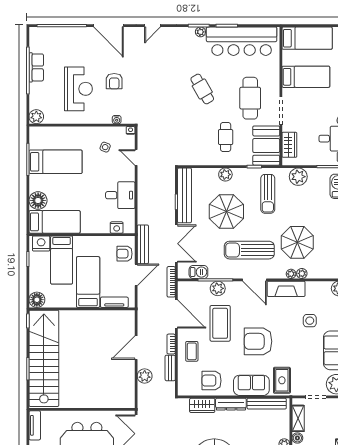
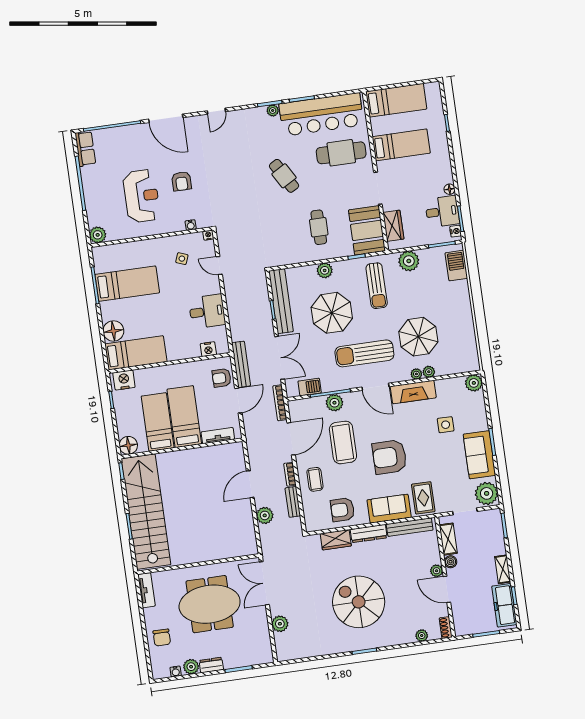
row of seats: (36, 67) -> (85, 149), moved
cafe table: (250, 98) -> (341, 153), moved, turned 90
bed: (62, 260) -> (158, 422), moved, turned 180
door: (176, 314) -> (291, 439), hinge flipped

